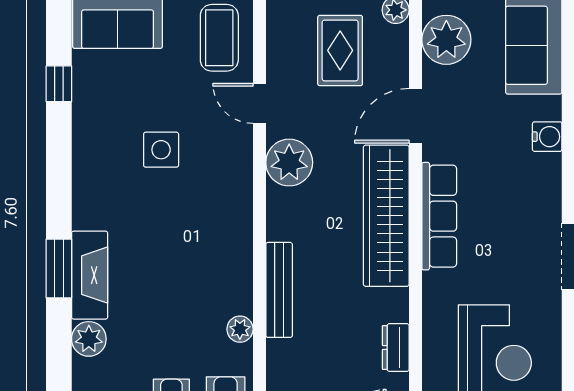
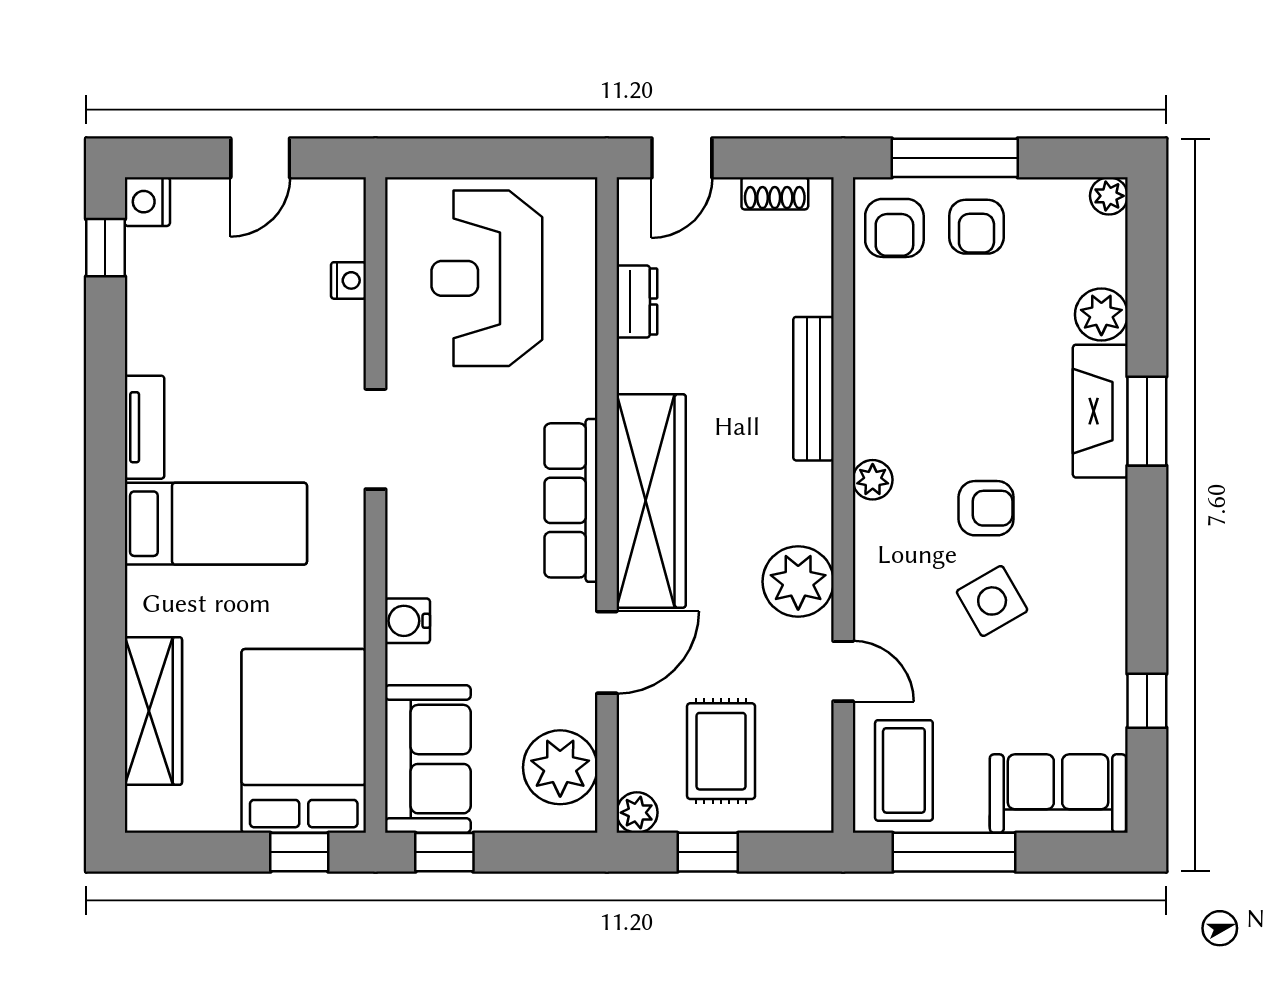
side table: (161, 150) -> (992, 601), turned -30
armchair: (165, 211) -> (986, 508), added
plant: (240, 329) -> (873, 480), moved

